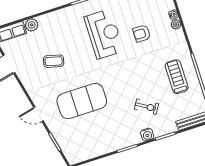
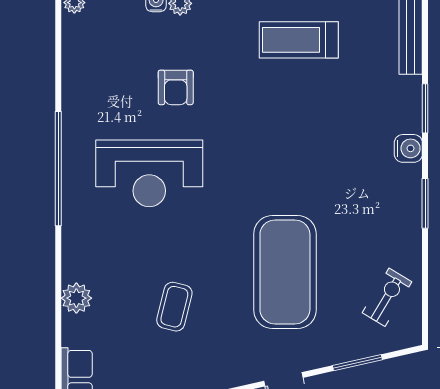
plant: (32, 25) -> (76, 298), moved
reception desk: (104, 34) -> (149, 173), turned 180
exercise bike: (146, 107) -> (387, 297), moved

